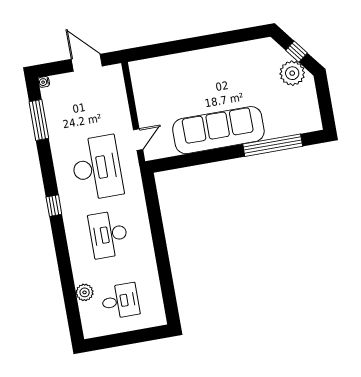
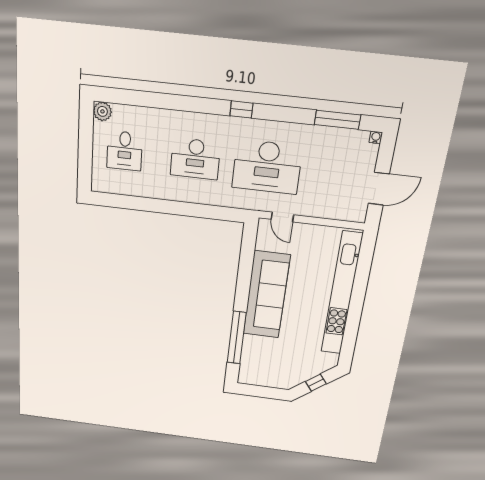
kitchen unit: (195, 60) -> (341, 294), added
plant: (292, 73) -> (297, 373), removed
desk: (109, 234) -> (195, 159), turned 180
plant: (85, 292) -> (102, 111), moved

